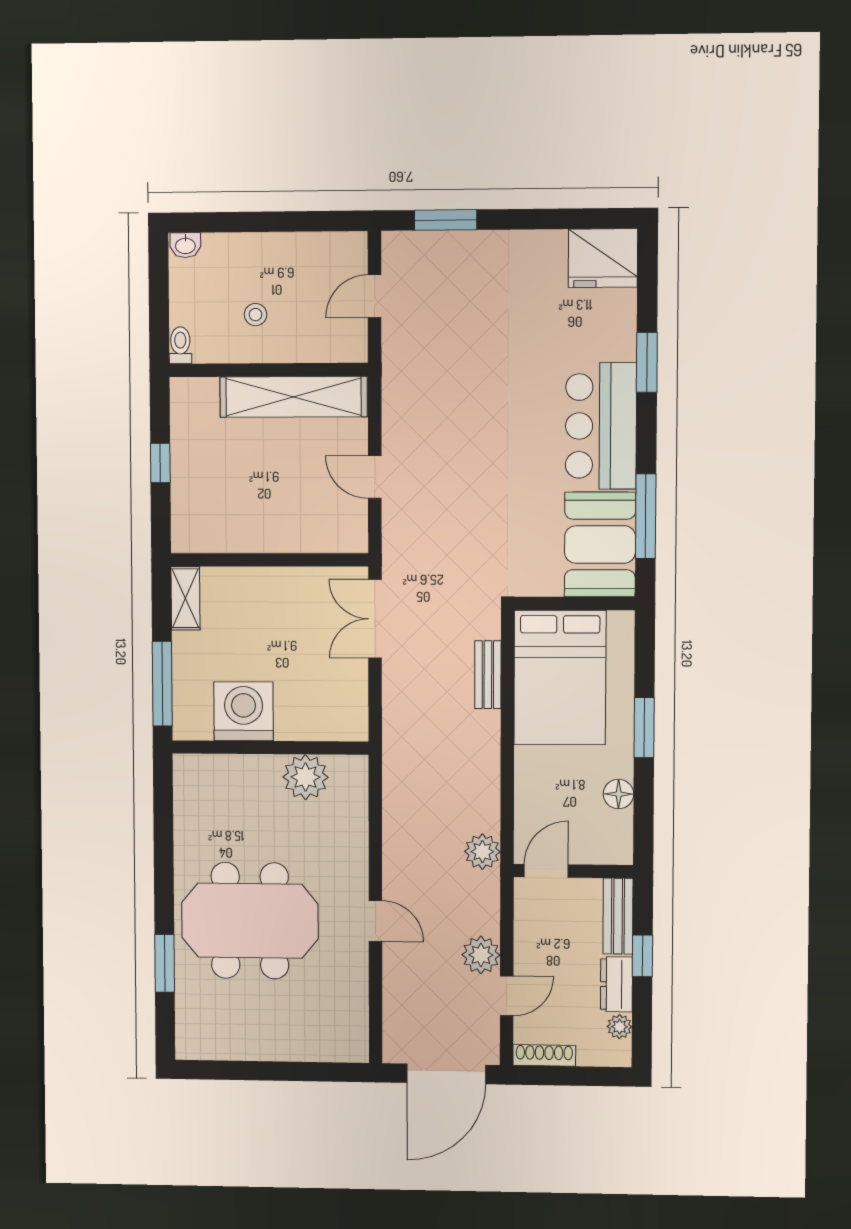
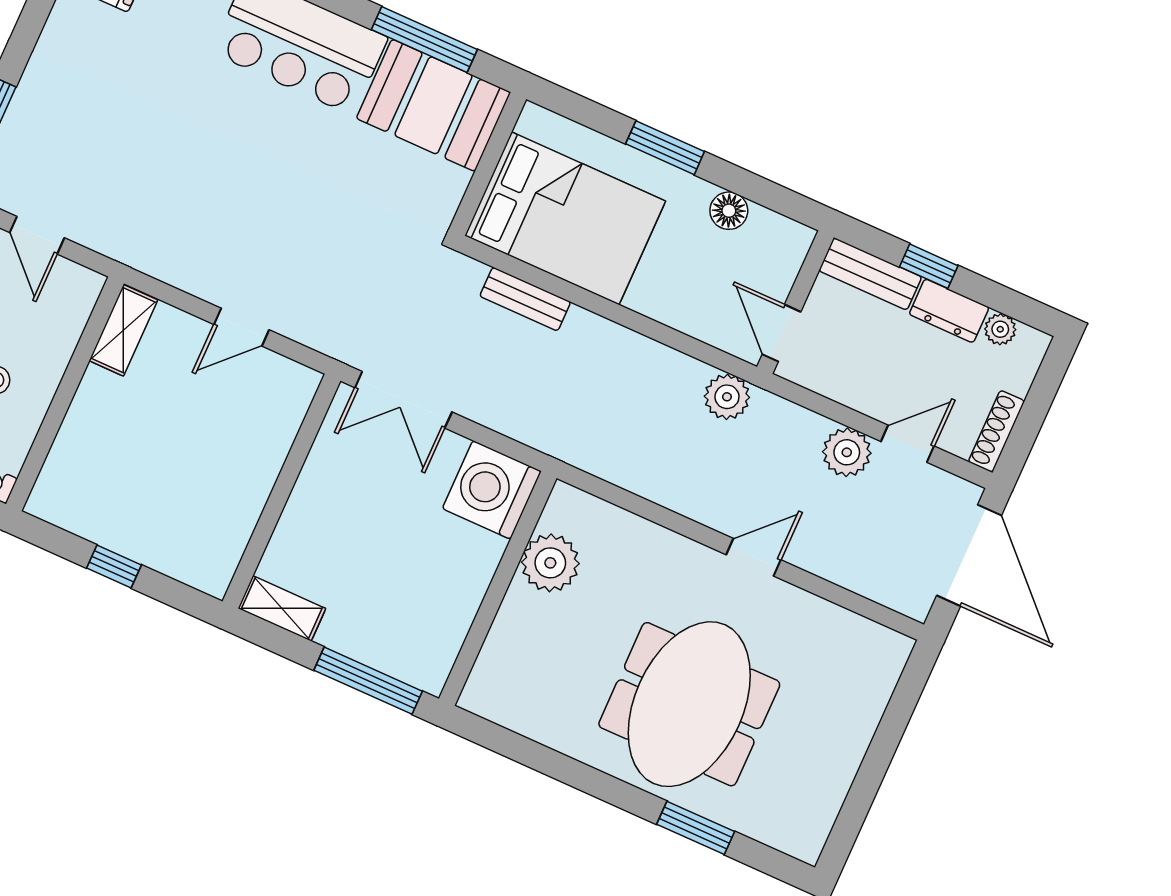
shelving: (294, 397) -> (123, 330), width x0.45, depth x0.75
washing machine: (244, 711) -> (492, 490), moved
door: (507, 996) -> (908, 444), hinge flipped

